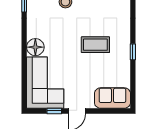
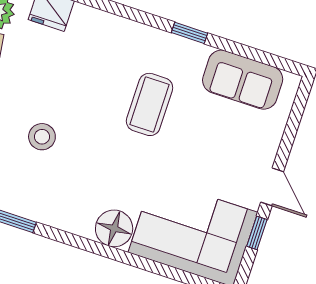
sofa: (112, 98) -> (243, 80), moved, turned -90

